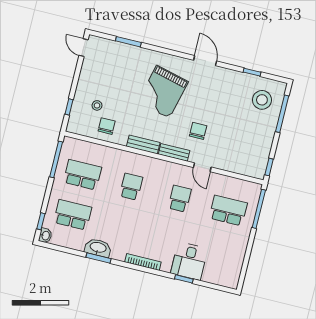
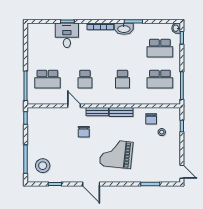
grand piano: (163, 92) -> (116, 154), turned -98
washbasin: (98, 248) -> (124, 29), moved

